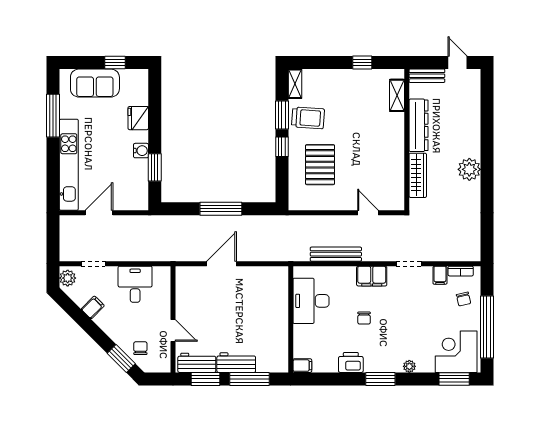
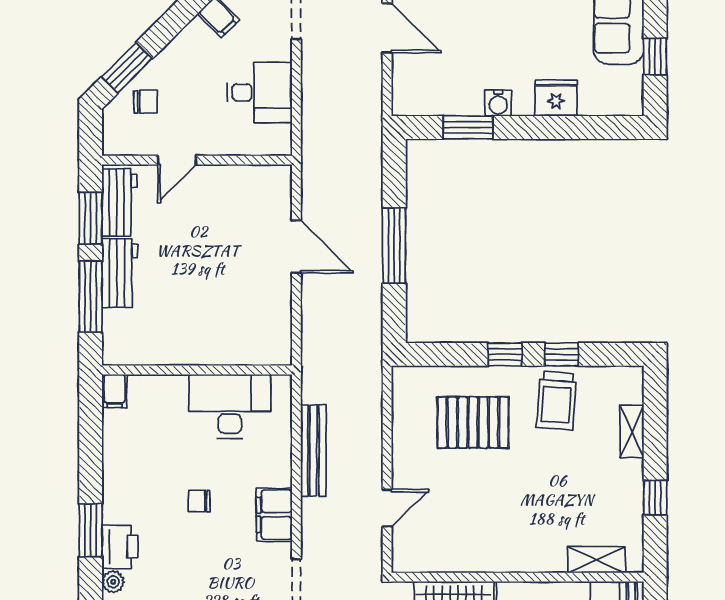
shelving: (295, 84) -> (632, 431), moved, turned 90
window: (282, 115) -> (562, 354), width x0.67
printer: (351, 362) -> (120, 547), moved

